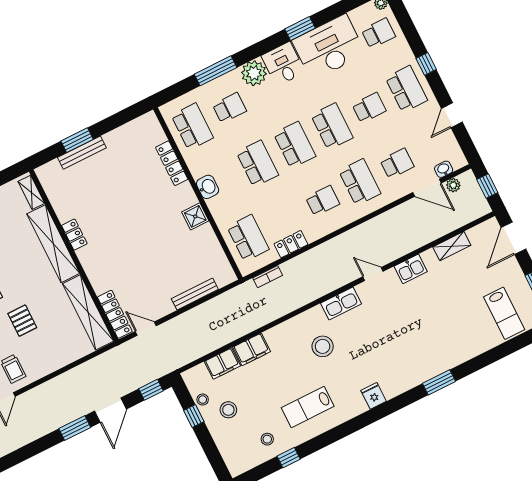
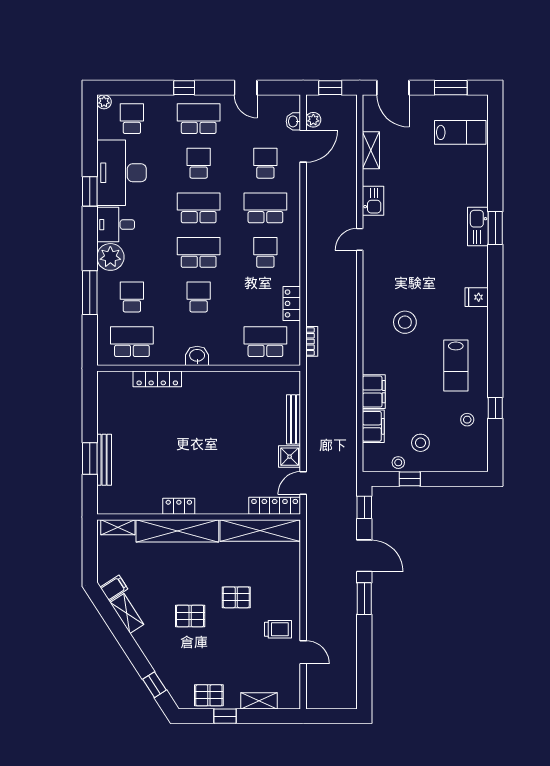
school desk: (257, 164) -> (199, 297), width x0.54
shower: (195, 216) -> (290, 457), moved
kitchen sink: (341, 303) -> (478, 226), moved, turned 180

